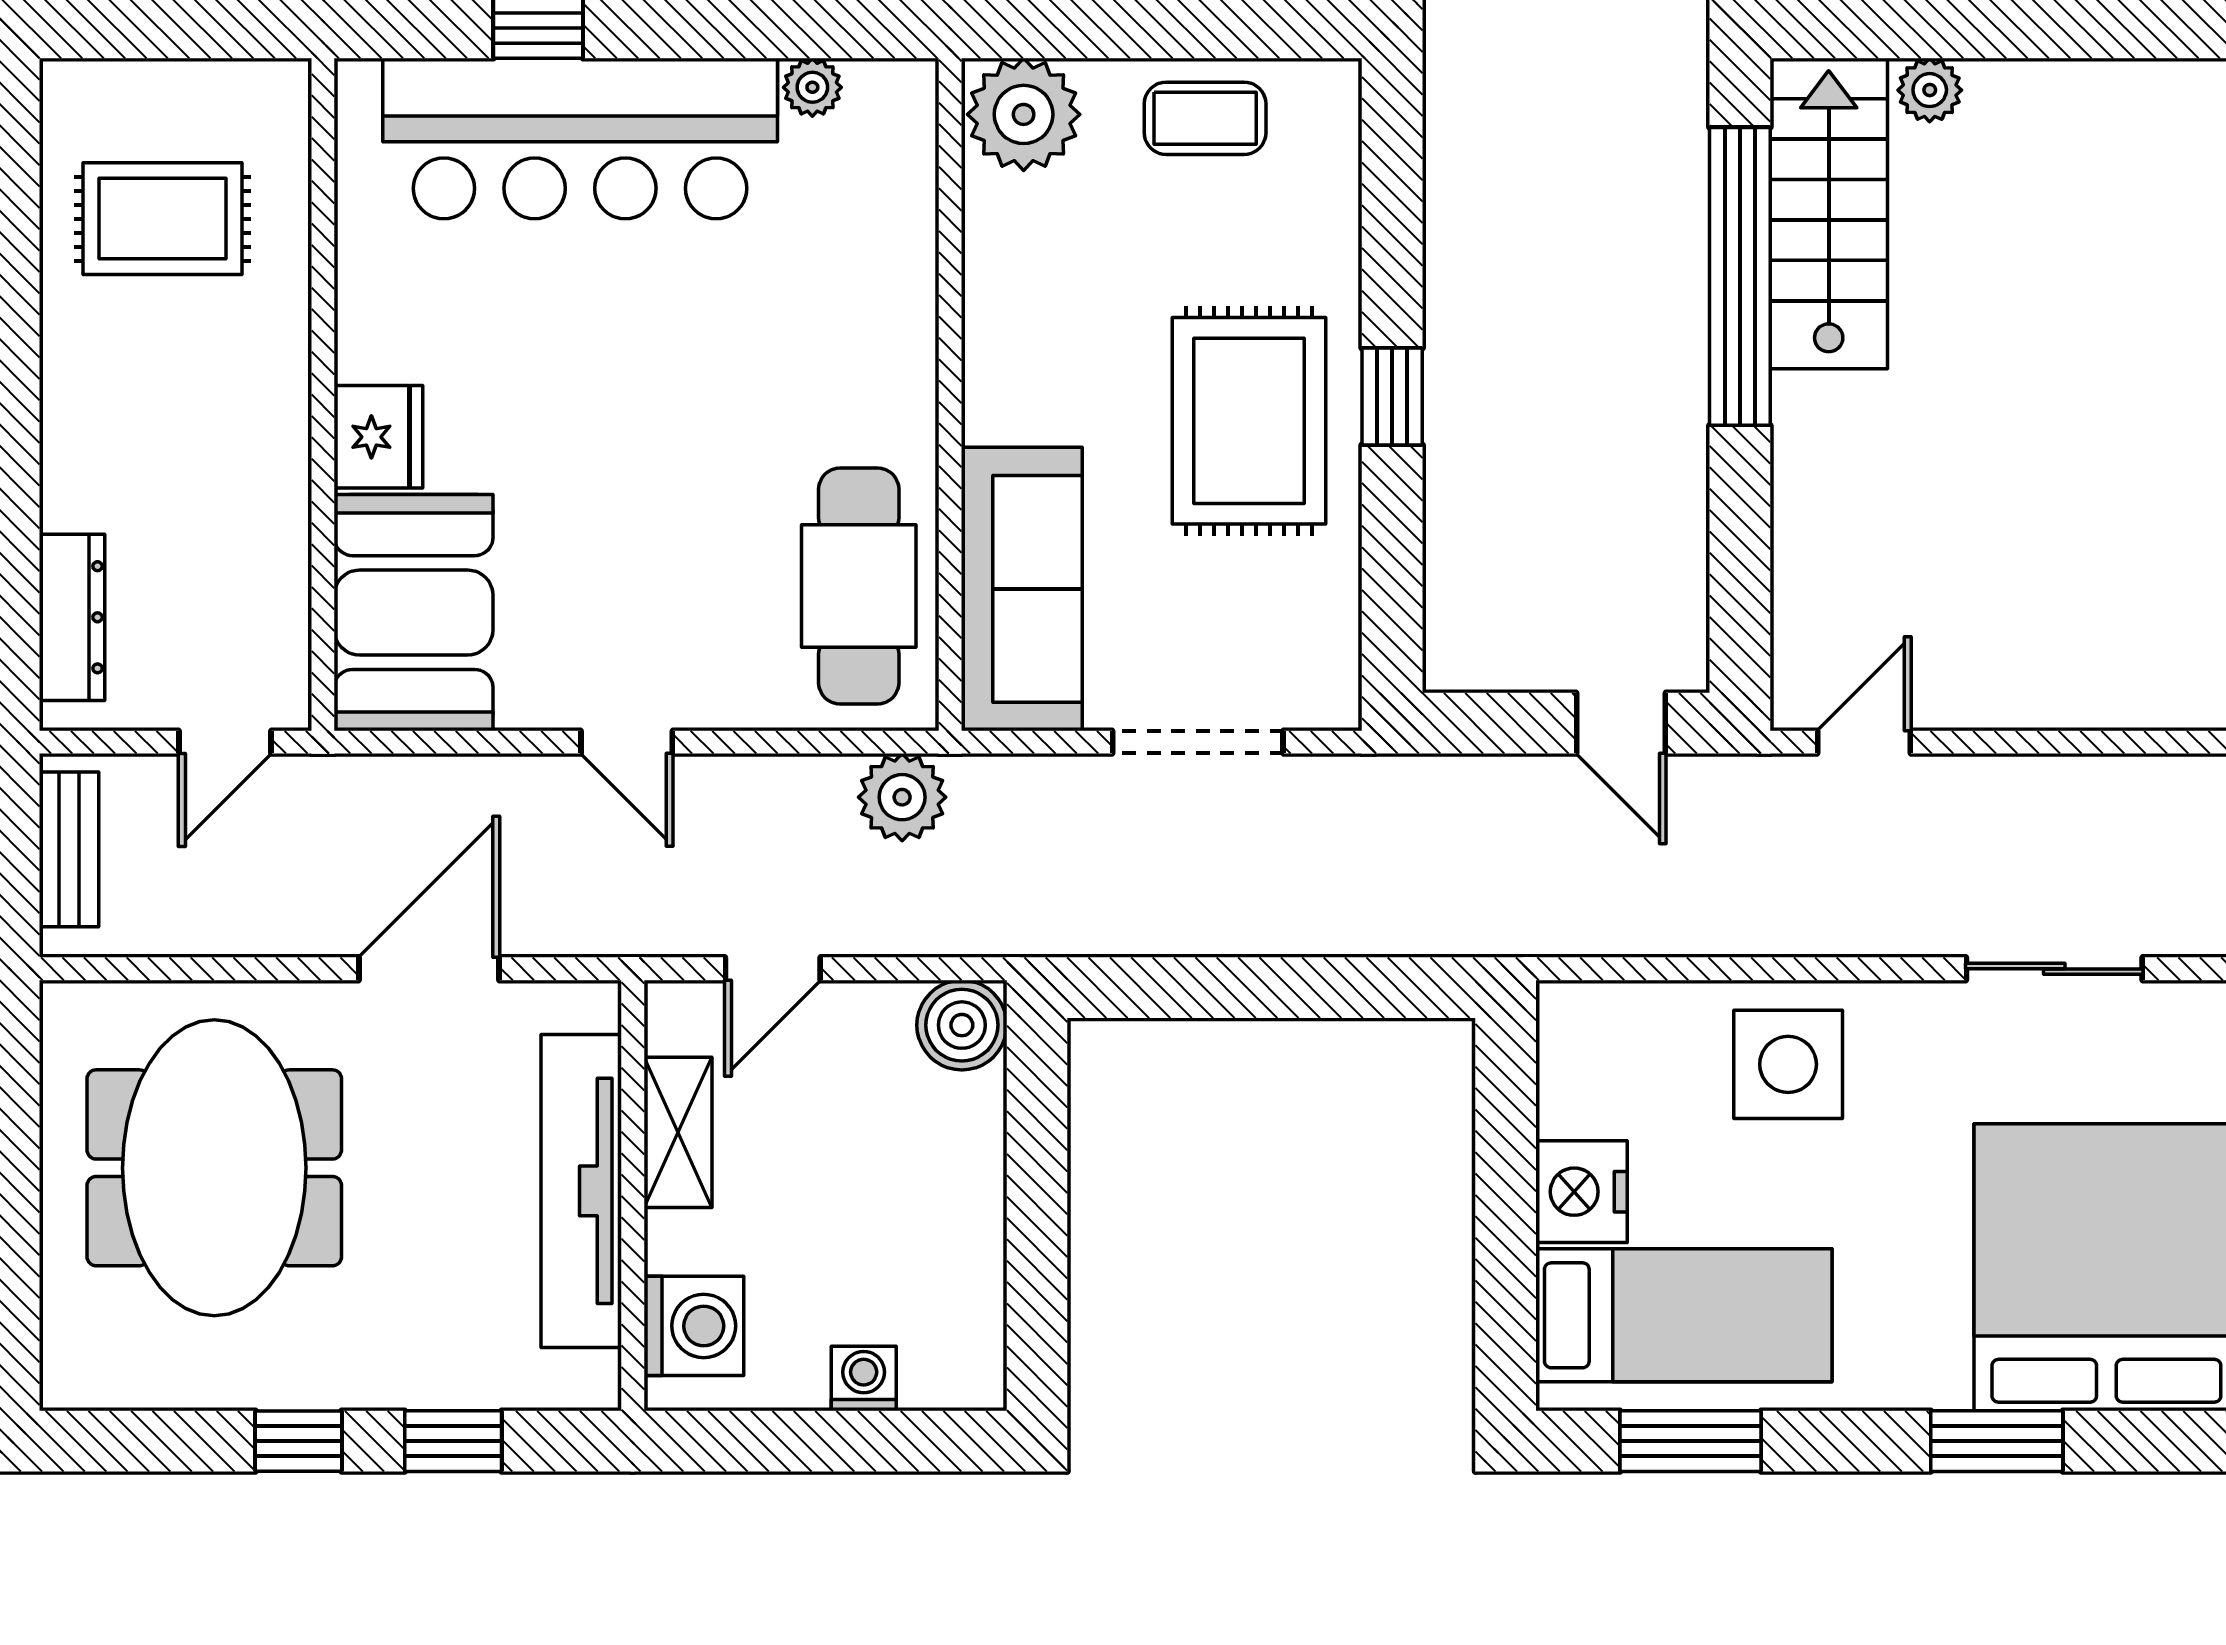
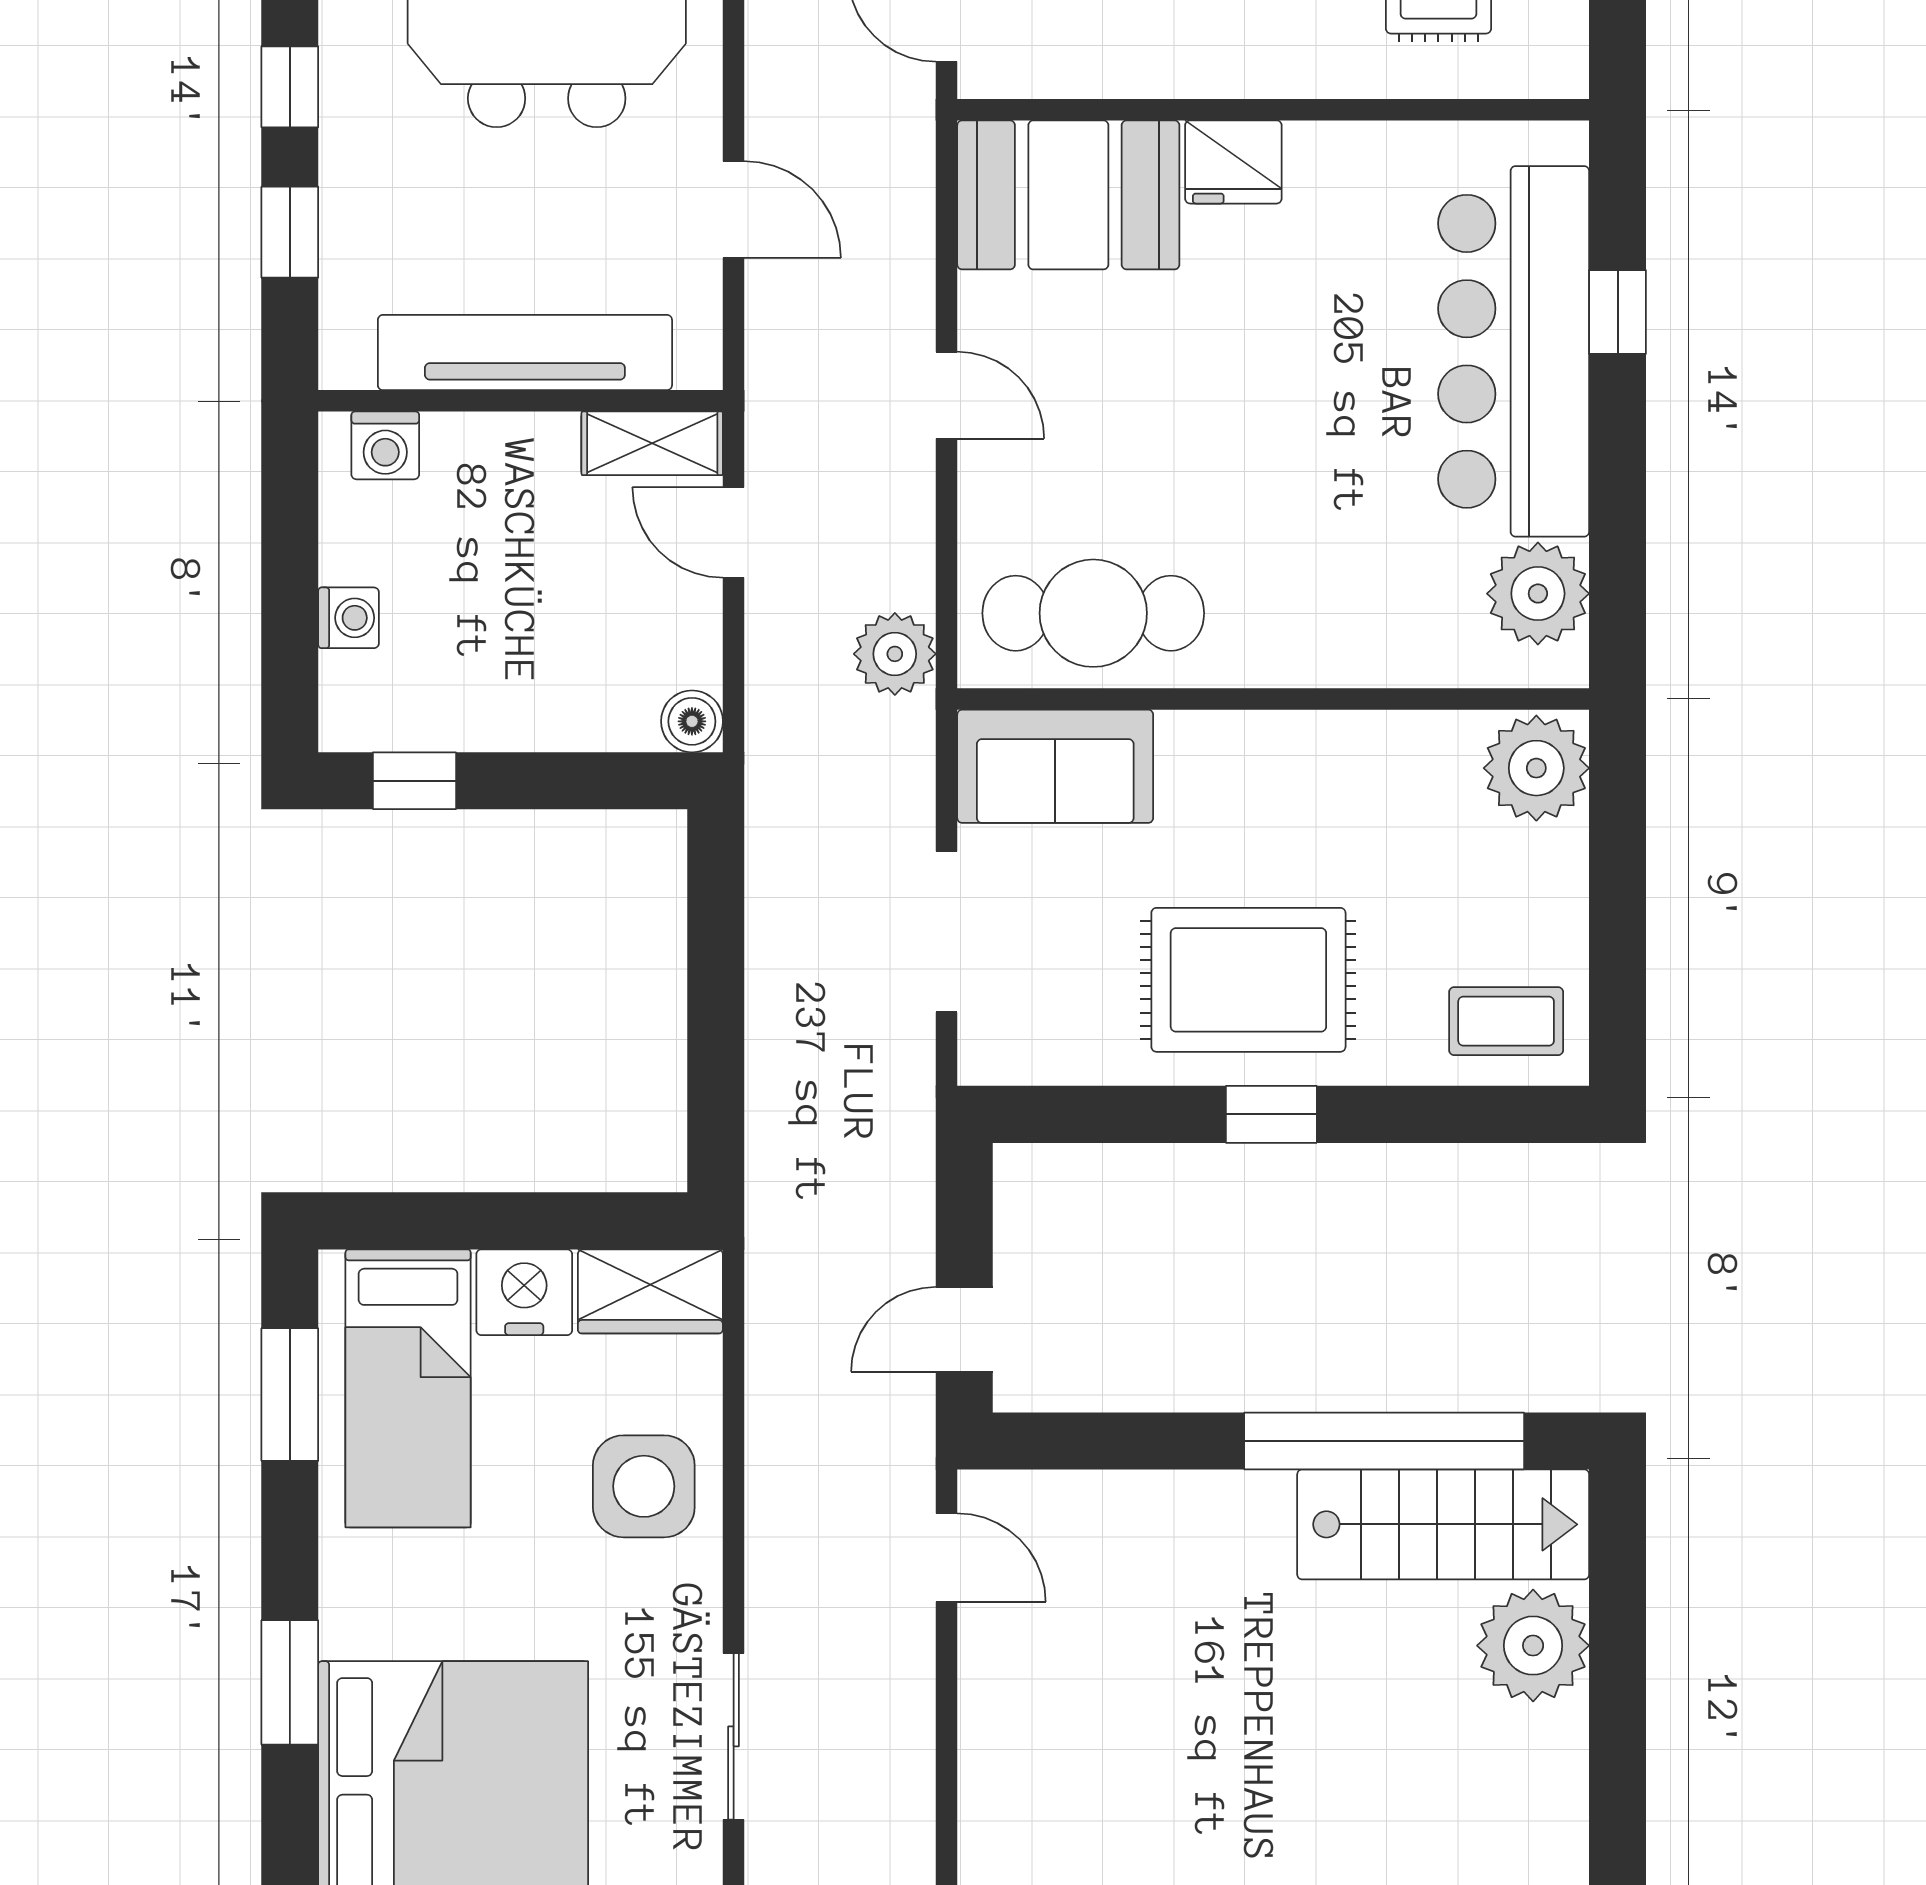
plant: (812, 87) -> (1538, 594), width x1.88, depth x1.88
plant: (1930, 90) -> (1533, 1646), width x1.88, depth x1.88
coffee table: (1205, 118) -> (1506, 1021), moved, turned 90
sofa: (1022, 589) -> (1055, 766), width x0.73
door: (627, 742) -> (947, 395), swing flipped
door: (429, 969) -> (734, 209), width x0.73
boiler: (962, 1025) -> (692, 721), width x0.73, depth x0.73
wardrobe: (1581, 1057) -> (650, 1291), added
shelving: (678, 1132) -> (652, 443), moved
window: (1037, 1309) -> (414, 781), added
washing machine: (694, 1326) -> (385, 445), width x0.73, depth x0.73

